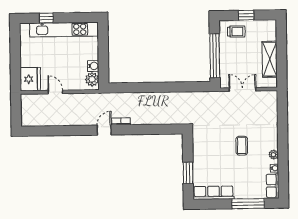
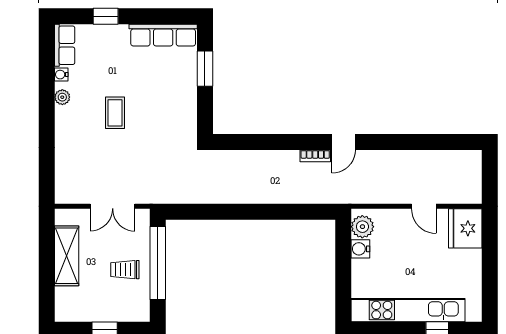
trolley: (236, 32) -> (125, 270), moved
window: (248, 204) -> (106, 16), width x0.46

